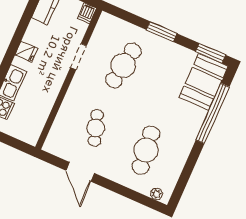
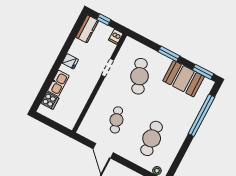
cafe table: (123, 65) -> (139, 76), turned -30
booth: (204, 82) -> (184, 79), moved, turned 90

